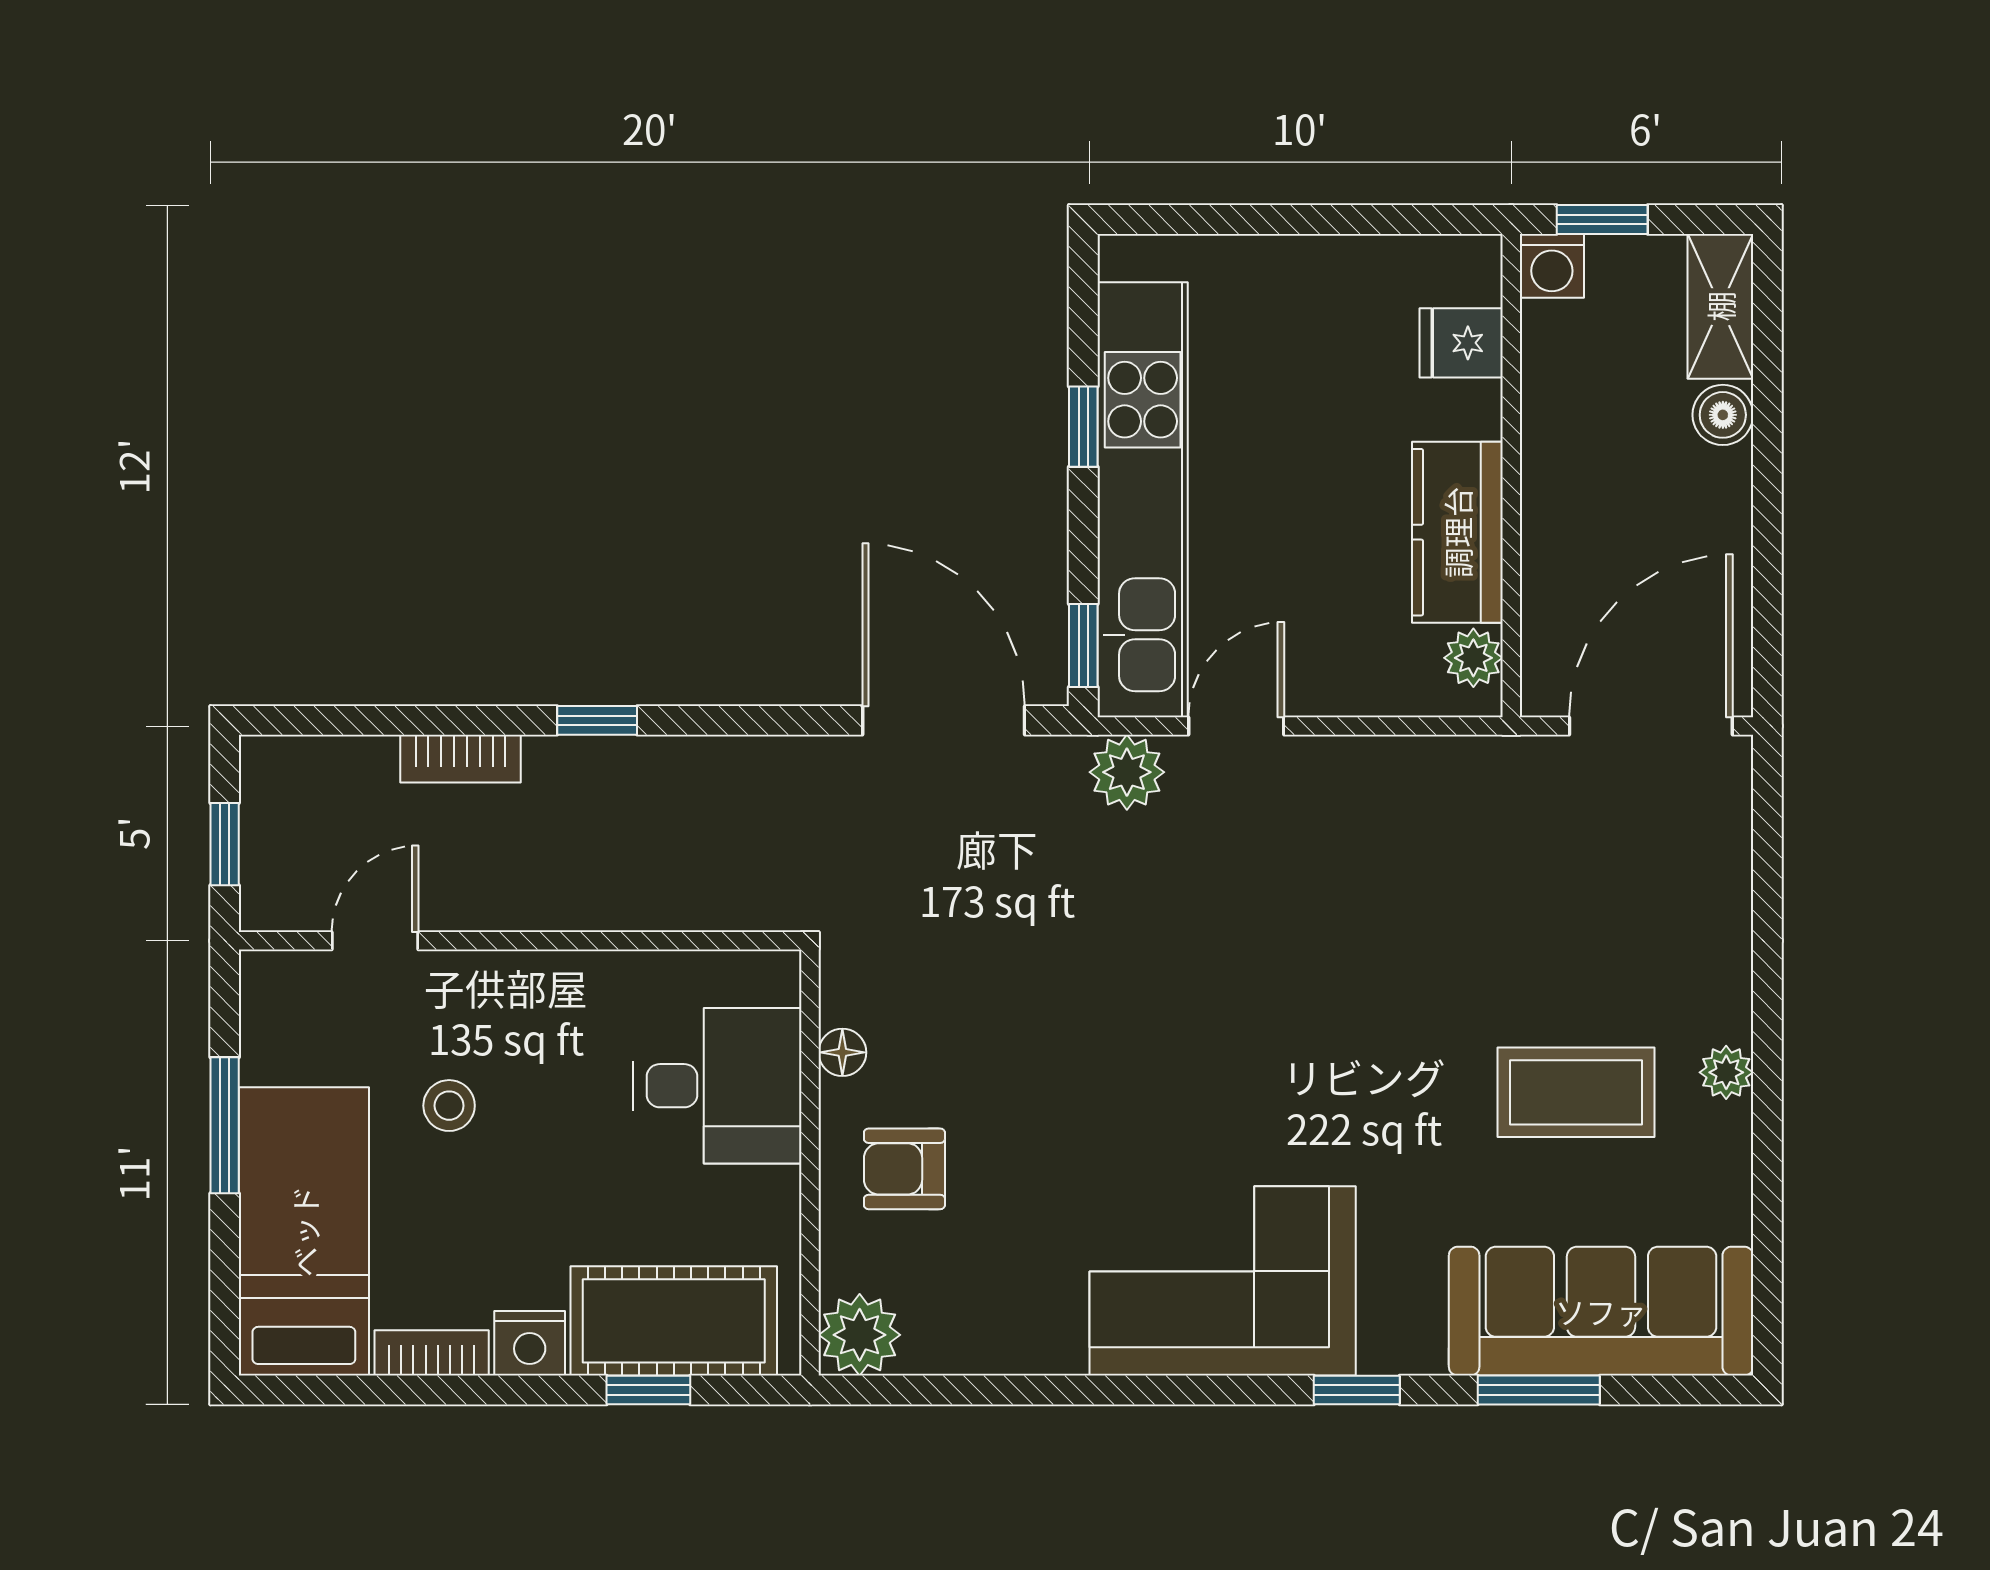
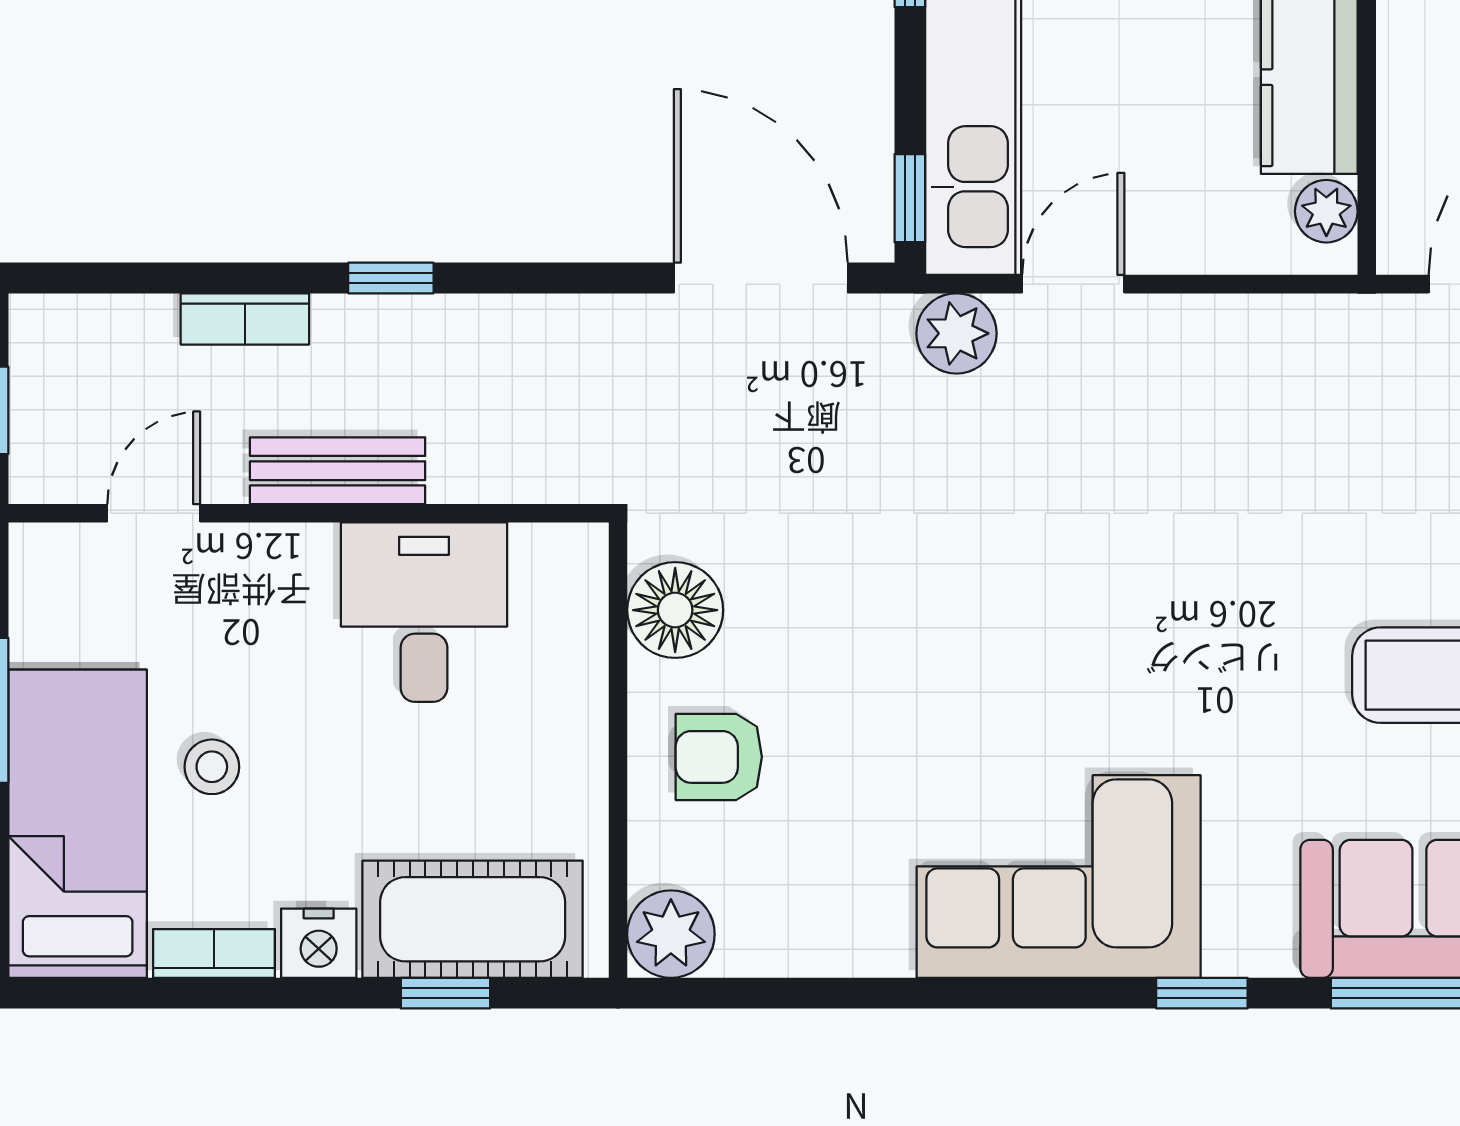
bench: (547, 901) -> (338, 471), added
floor lamp: (842, 1052) -> (675, 610), width x1.89, depth x1.89
desk: (717, 1086) -> (424, 612), moved, turned -90
stool: (449, 1106) -> (212, 767), moved

